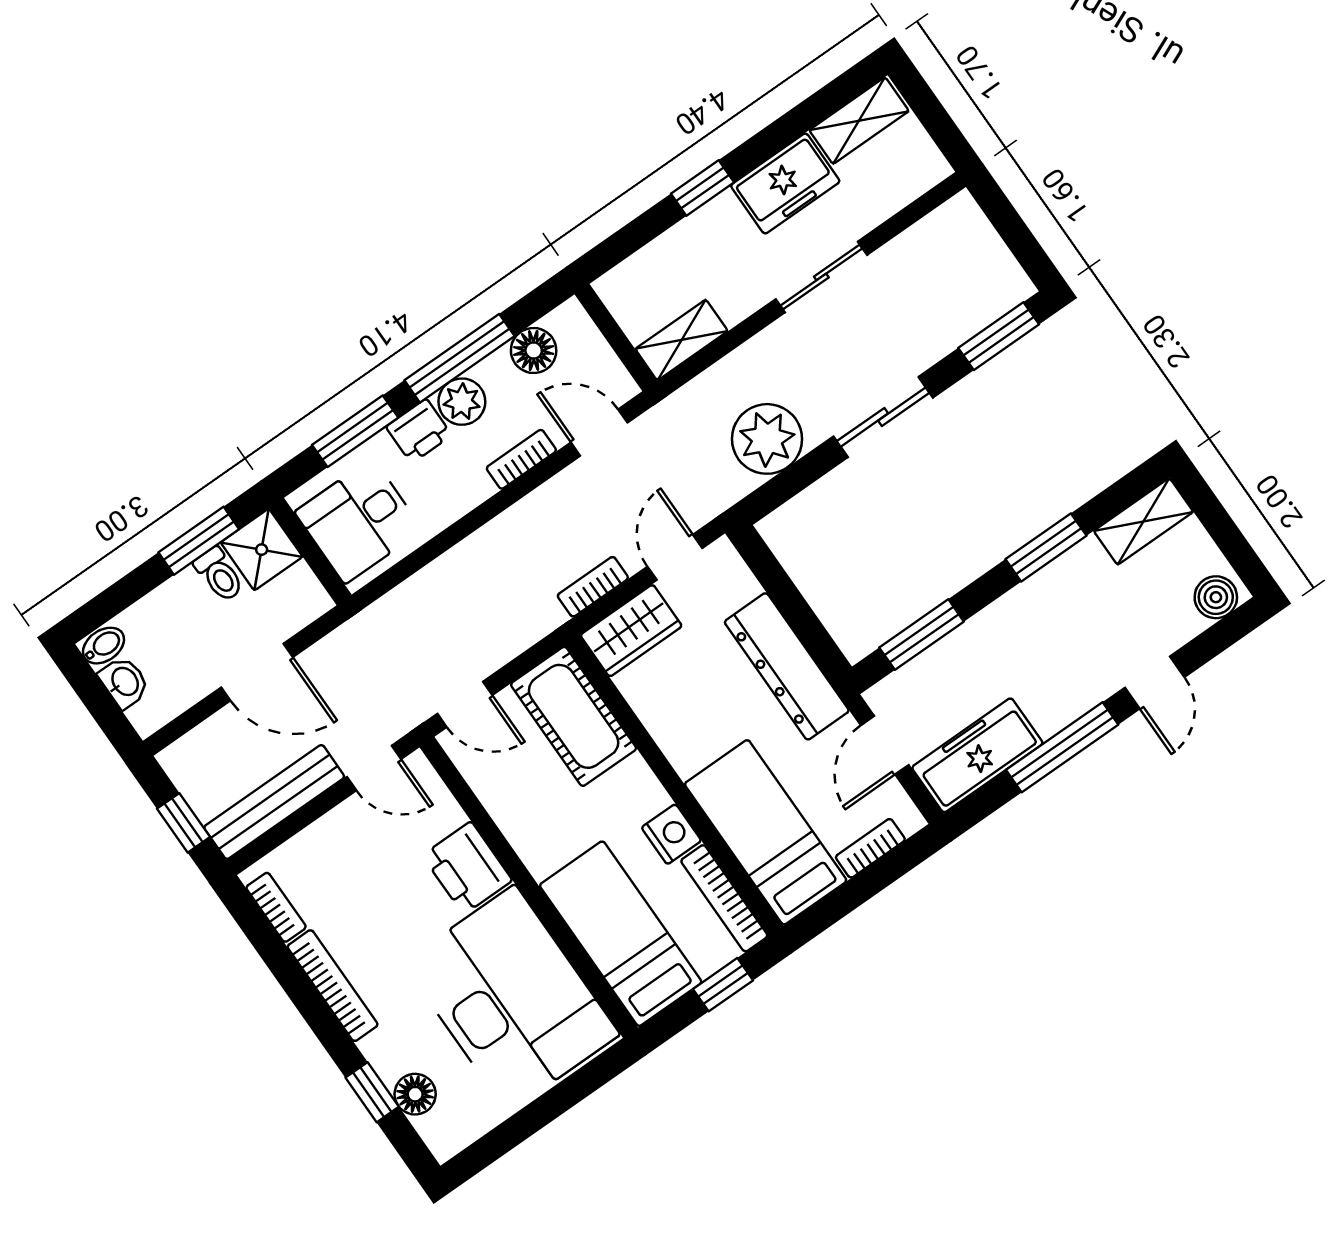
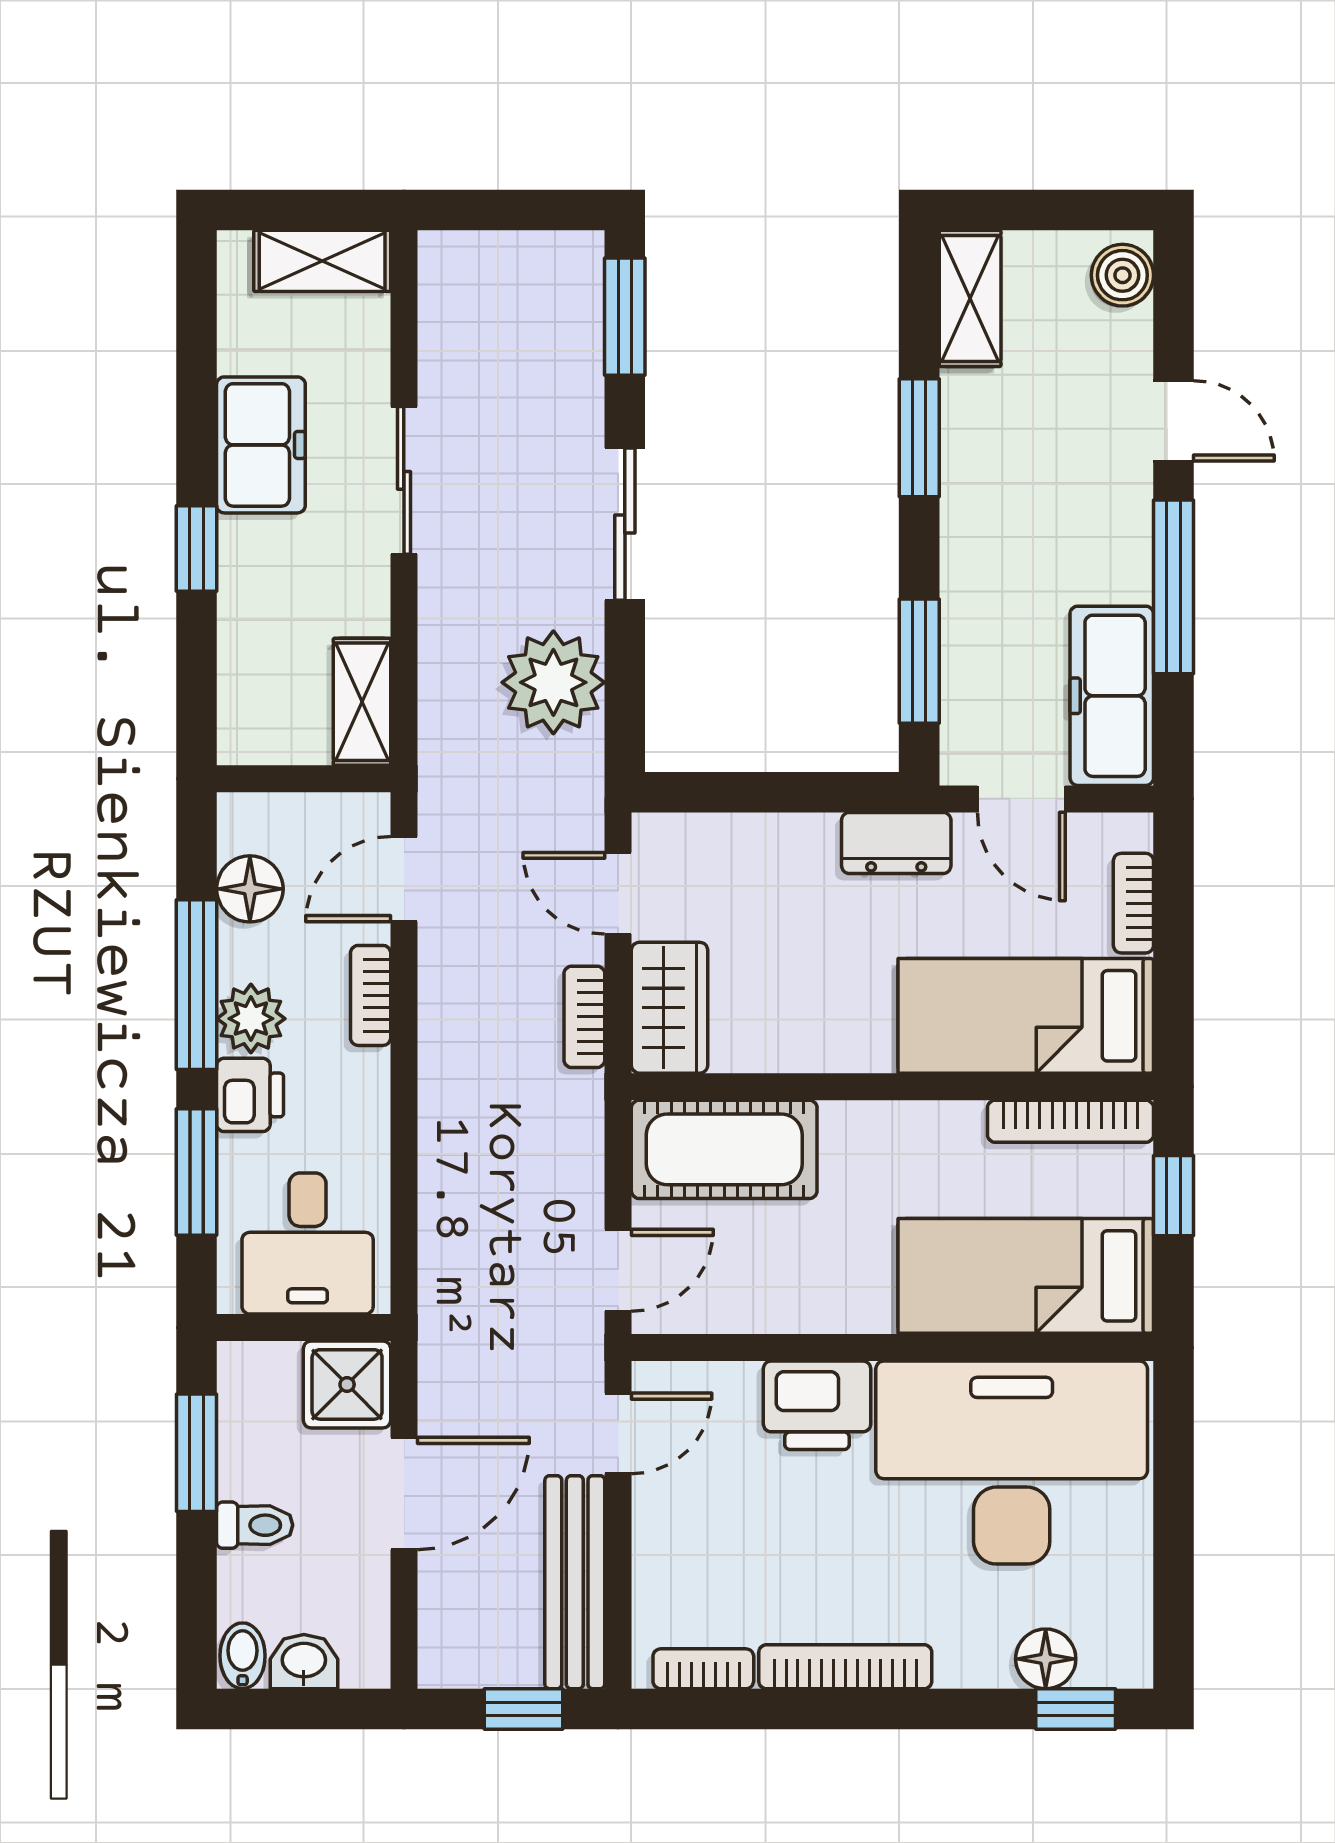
shelving: (859, 121) -> (322, 261), moved, turned 90
shower: (262, 550) -> (347, 1384), moved
toilet: (219, 575) -> (255, 1525), moved
dresser: (787, 666) -> (896, 843), width x0.51, depth x0.80
nightstand: (671, 834) -> (949, 1131), removed
window: (372, 1092) -> (1076, 1709), moved

